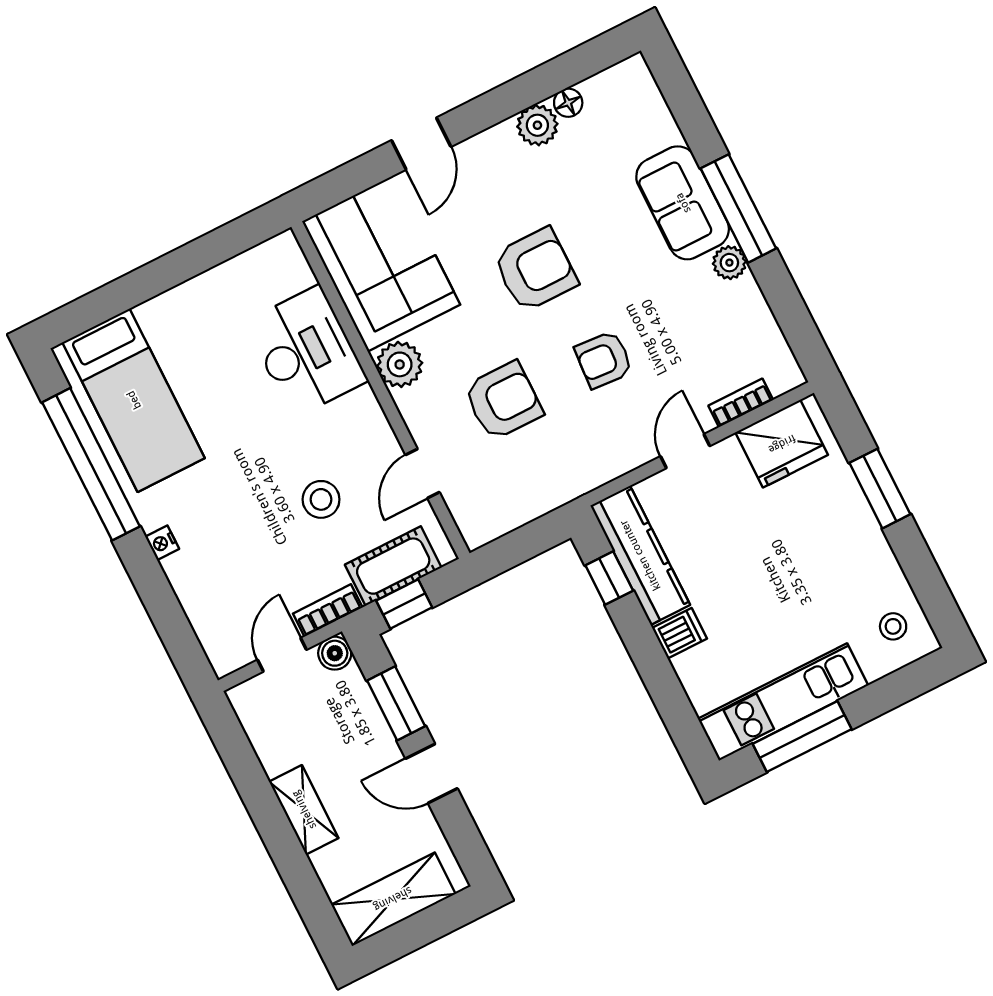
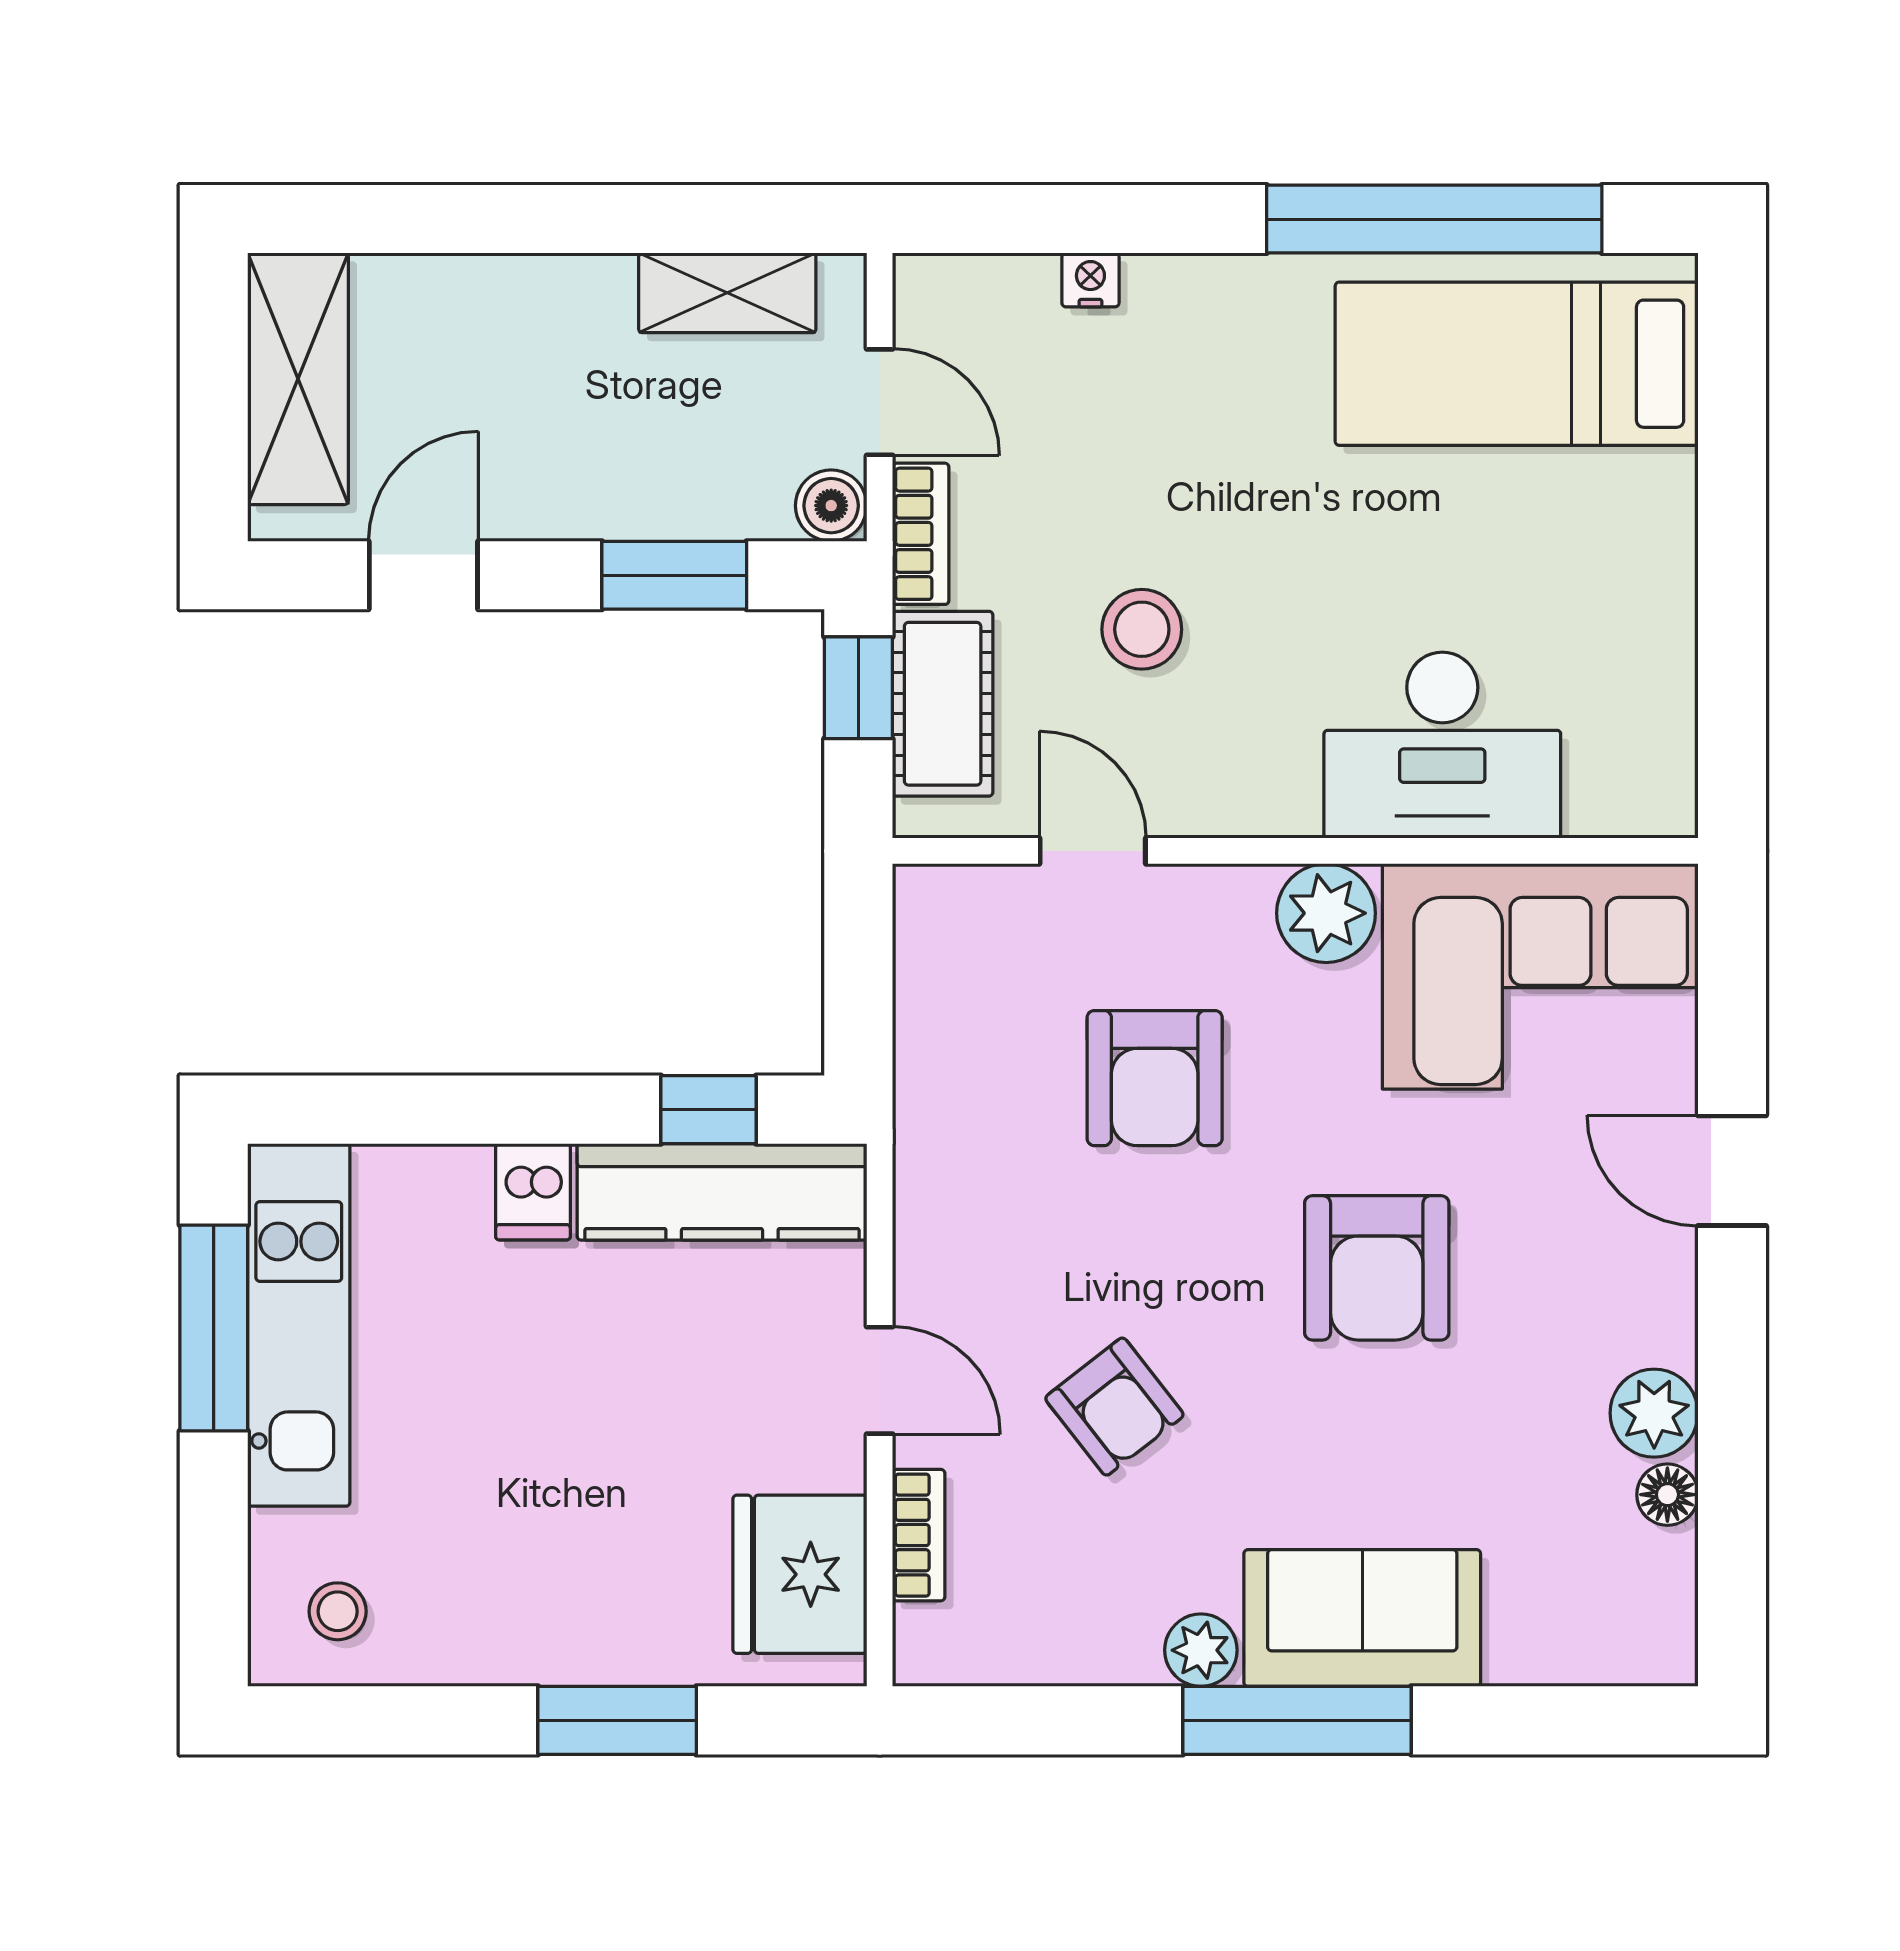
armchair: (604, 360) -> (1114, 1407), moved, turned 138
nightstand: (162, 543) -> (1090, 280), moved
door: (432, 773) -> (423, 575), moved
shelving: (304, 810) -> (727, 293), moved

